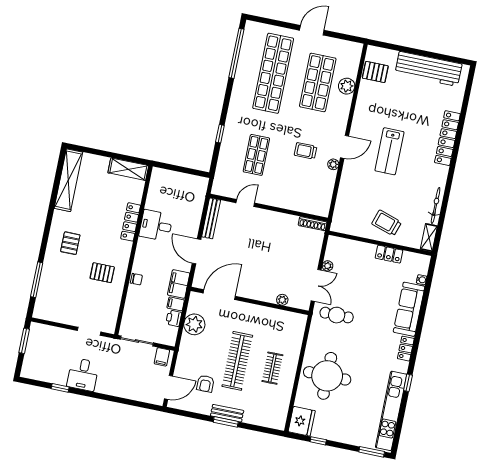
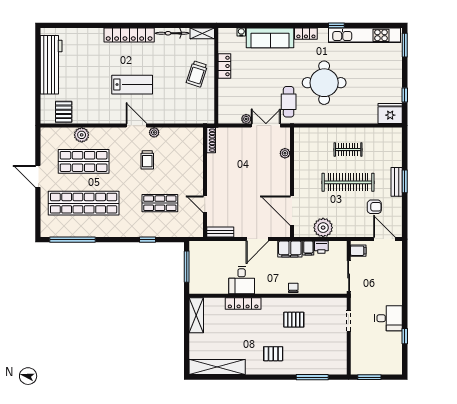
locker: (447, 138) -> (129, 35), moved
window: (183, 170) -> (187, 267), added
bench: (211, 218) -> (220, 232), width x0.73
pallet: (102, 273) -> (294, 320), turned 90
round table: (327, 376) -> (324, 83), moved

